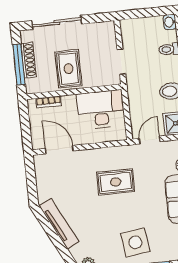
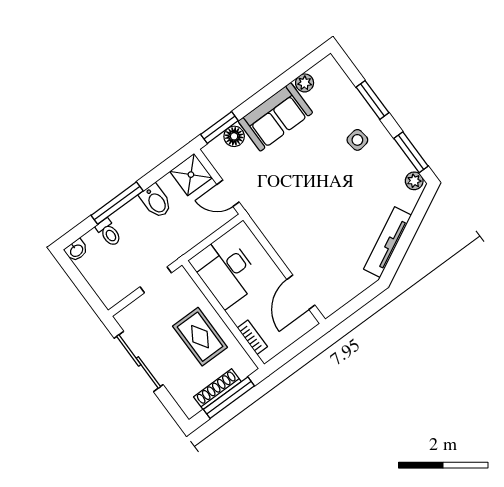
sliding door: (57, 22) -> (139, 361), moved
rug: (69, 69) -> (200, 337), turned 90
rug: (116, 182) -> (300, 204), removed
side table: (135, 242) -> (357, 140), width x0.54, depth x0.54

